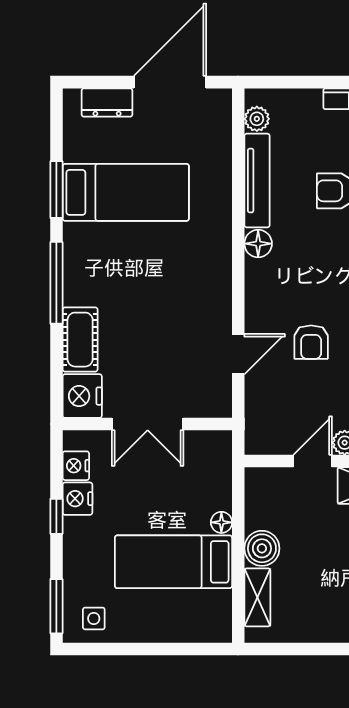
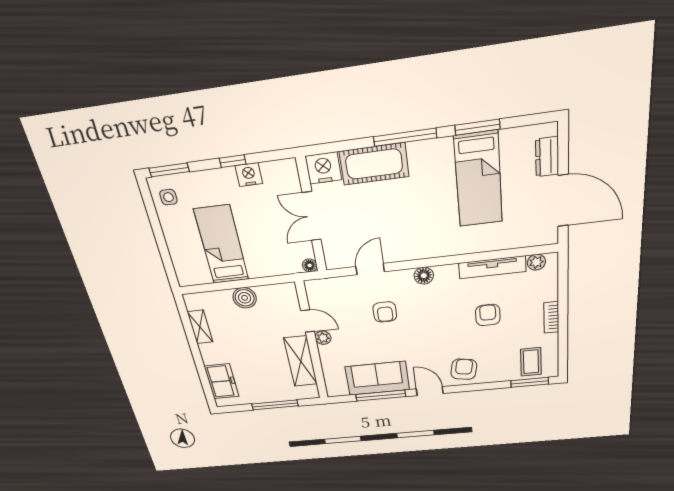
floor lamp: (258, 244) -> (424, 276), moved
cot: (80, 340) -> (374, 164), width x1.37, depth x1.34
armchair: (311, 342) -> (385, 312), turned -90
door: (238, 354) -> (370, 269), swing flipped
nightstand: (76, 466) -> (272, 170), removed
floor lamp: (221, 522) -> (310, 265), moved
shelving: (257, 597) -> (200, 327), moved, turned 90

